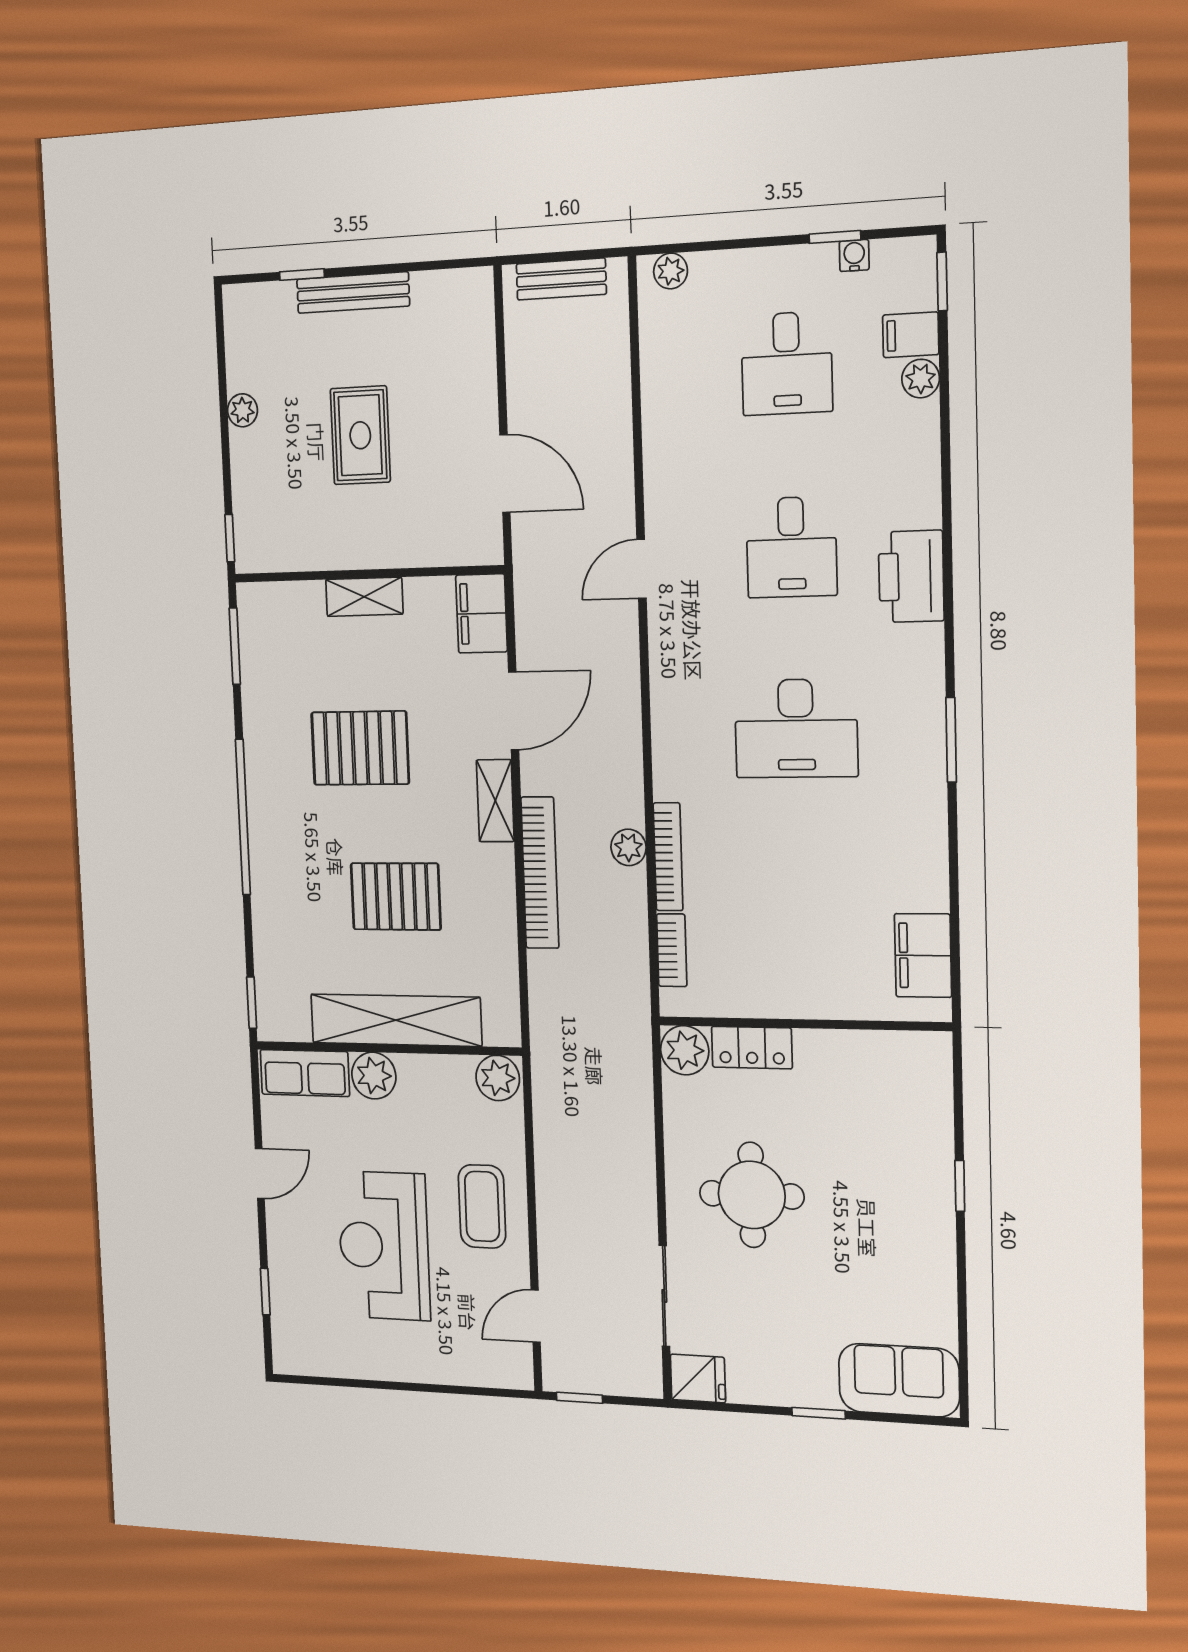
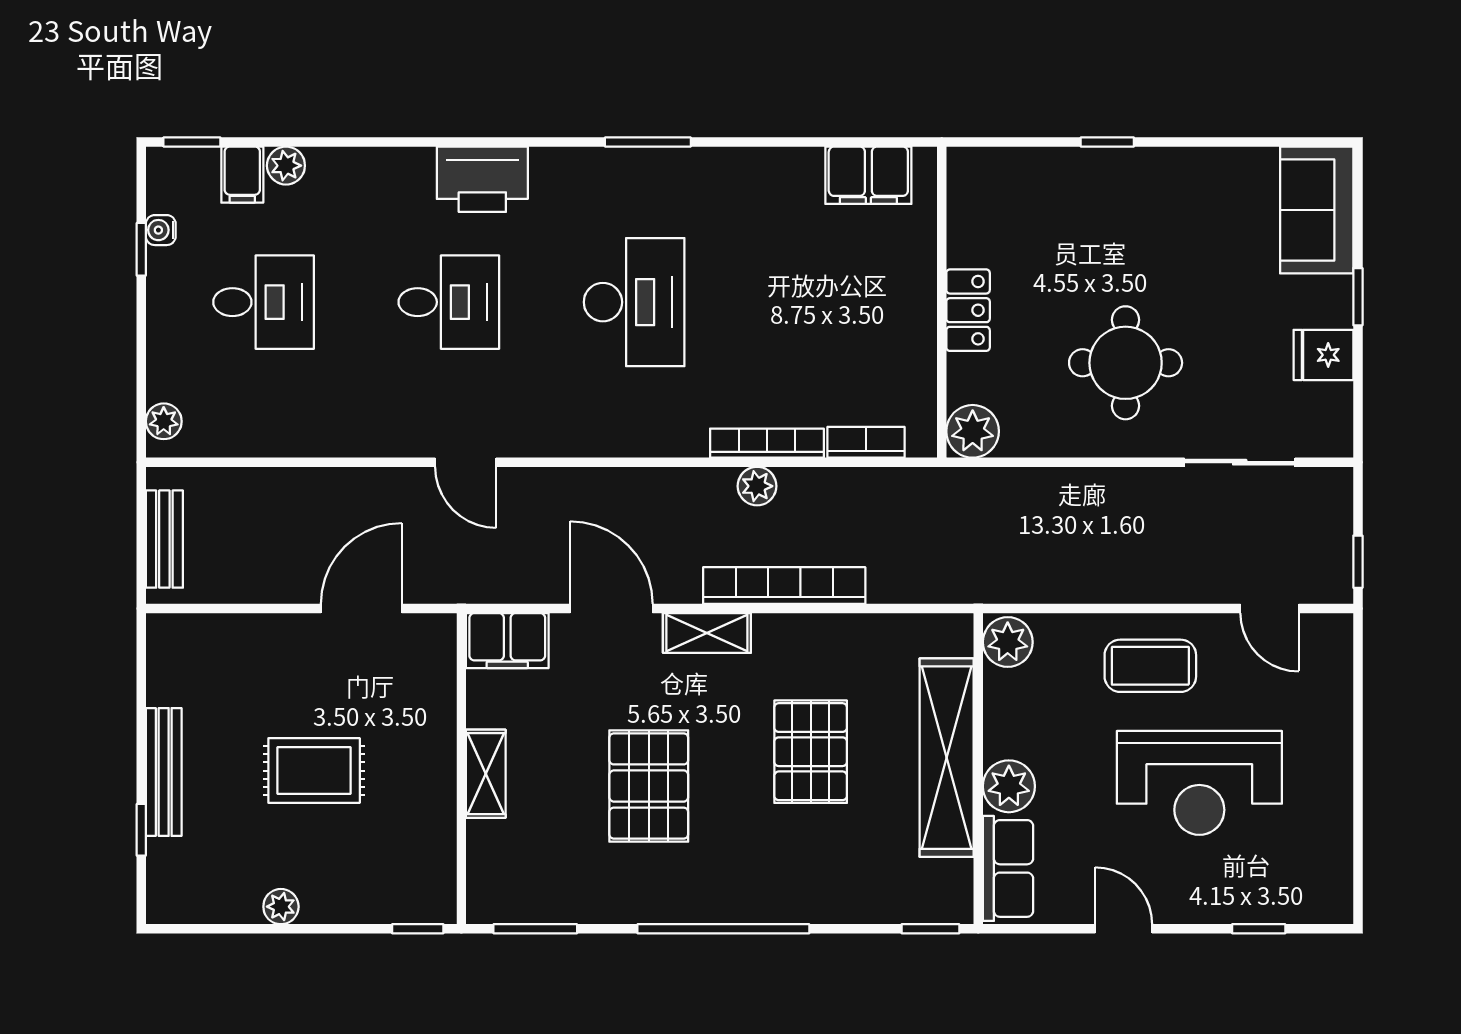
locker: (752, 1048) -> (968, 310), moved
fridge: (698, 1378) -> (1323, 355), moved, turned -90

